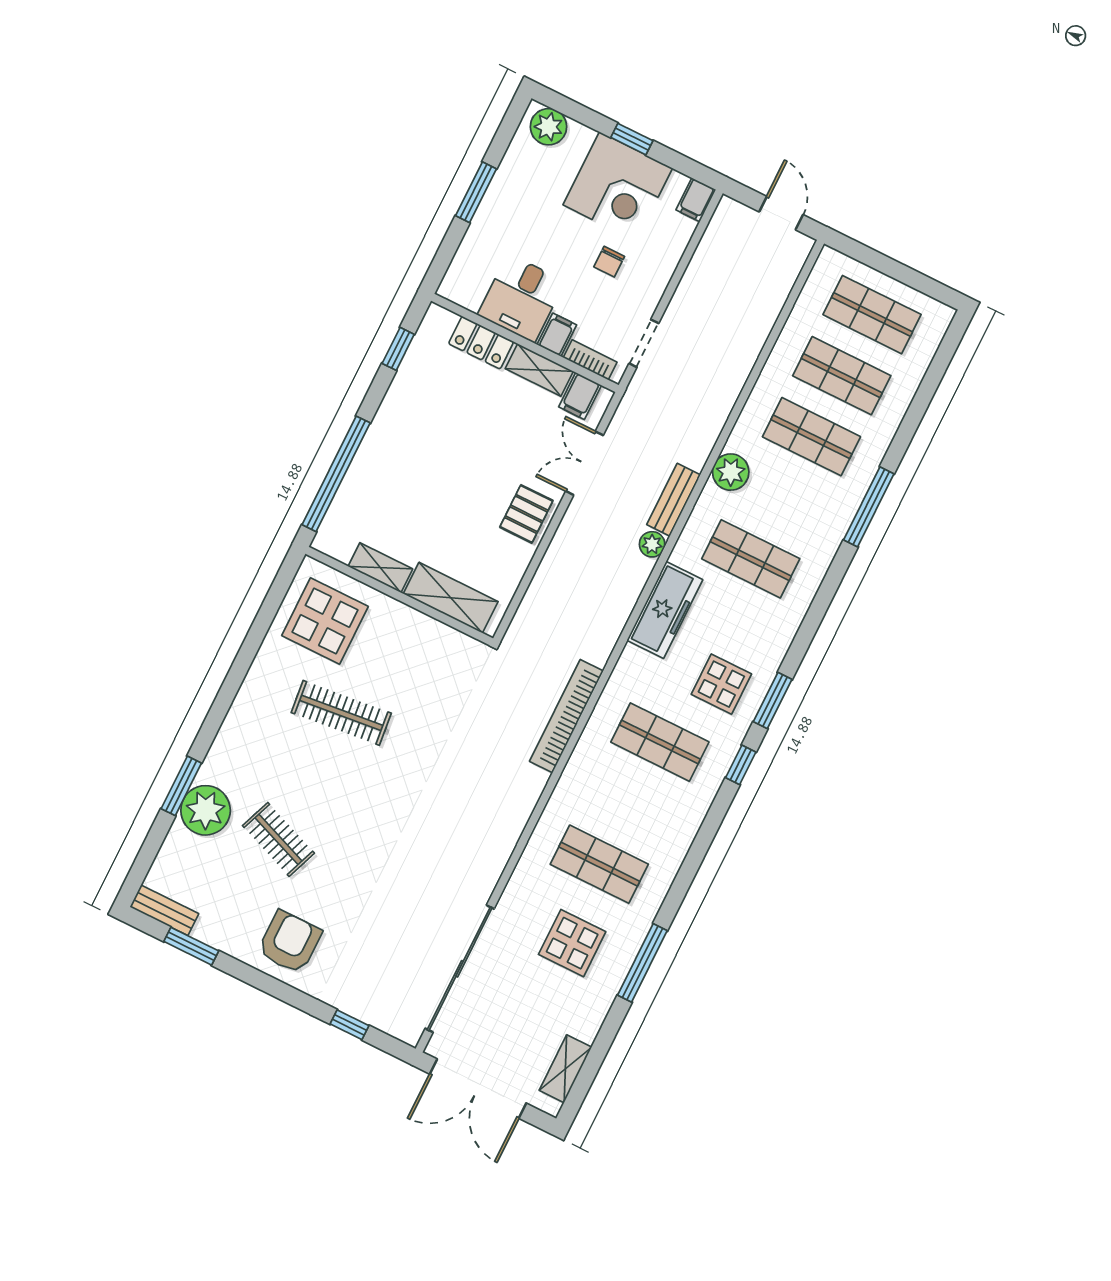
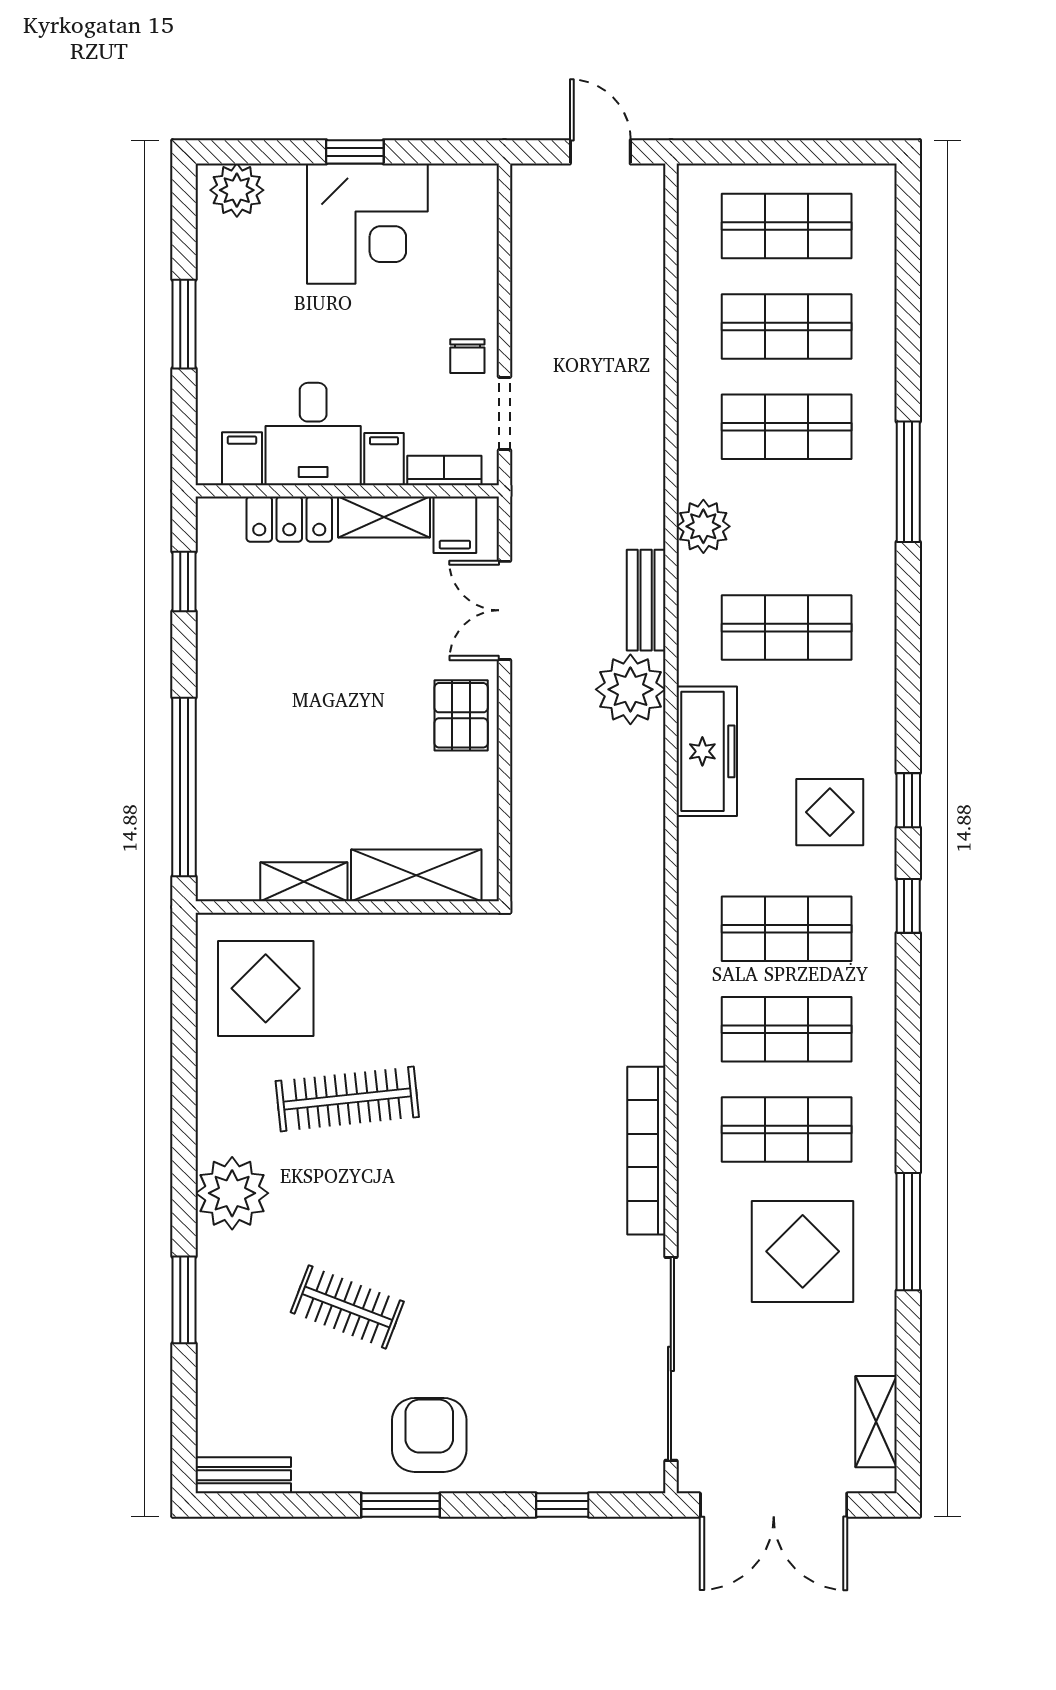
filing cabinet: (696, 200) -> (242, 459), moved, turned 180
chair: (609, 262) -> (467, 356), moved
plant: (652, 544) -> (630, 689), width x1.88, depth x1.88
window: (773, 701) -> (908, 800), width x0.67
bookcase: (566, 716) -> (646, 1151), moved
shop shelf: (630, 803) -> (787, 1029), added
plant: (206, 810) -> (232, 1193), moved
display table: (572, 943) -> (803, 1251), width x1.36, depth x1.36
window: (191, 946) -> (401, 1505), moved

